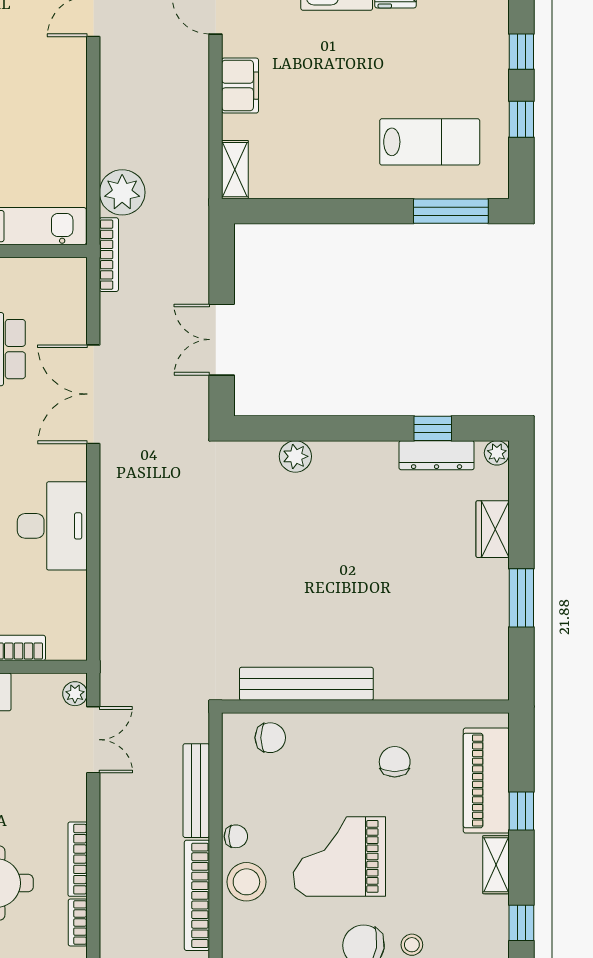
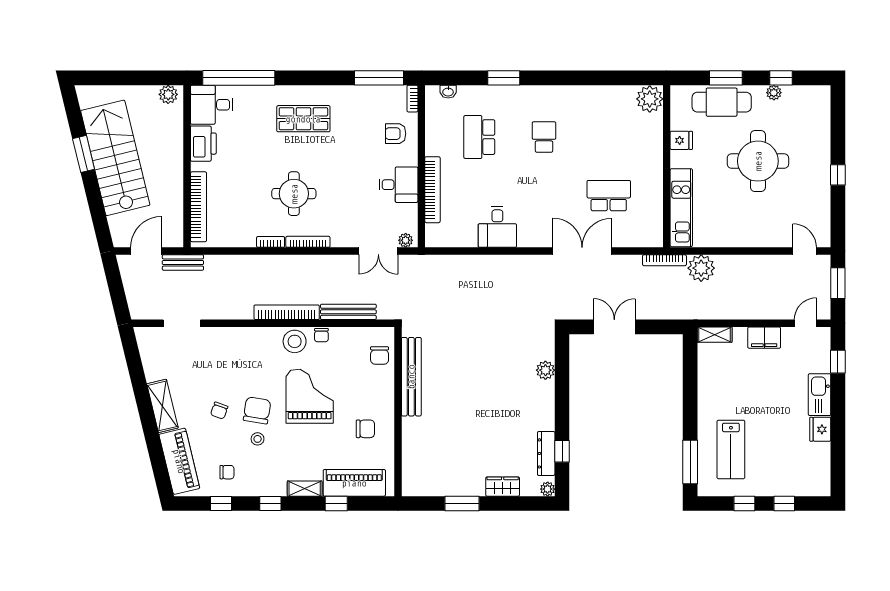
desk: (52, 526) -> (497, 227), width x0.73

